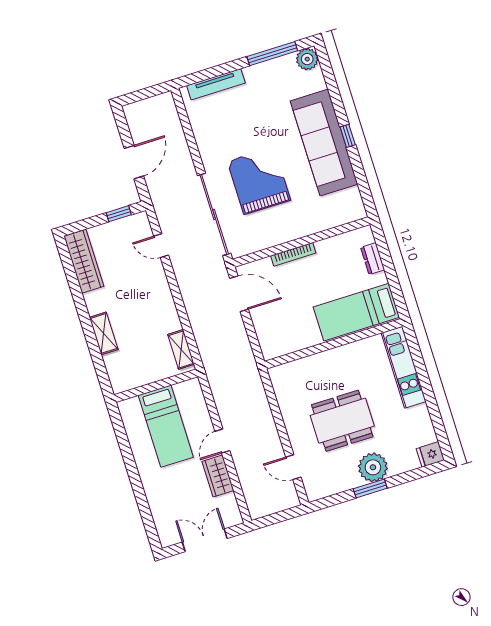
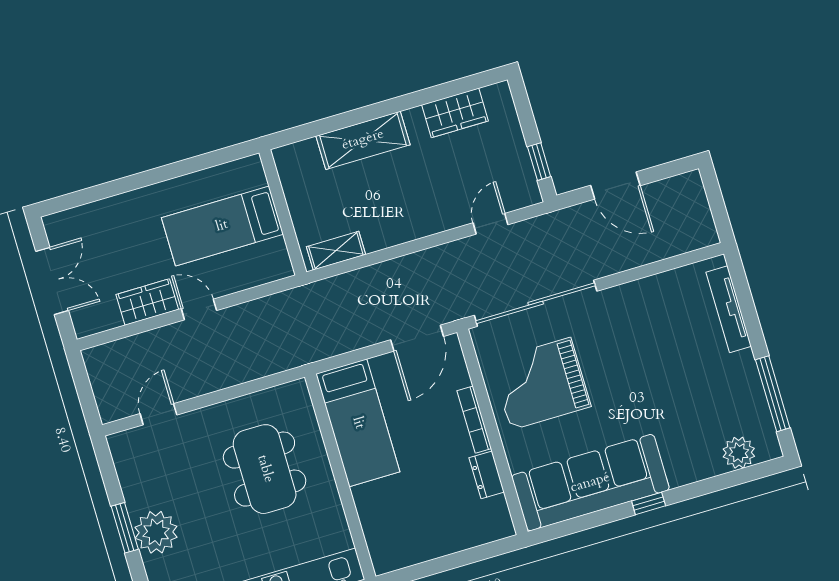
plant: (307, 59) -> (739, 453), moved
sofa: (324, 143) -> (590, 483), moved
grand piano: (259, 181) -> (541, 384), moved, turned 180
dresser: (373, 259) -> (487, 475), moved, turned -90
wardrobe: (84, 261) -> (455, 113), width x0.67
bed: (356, 312) -> (358, 423), moved, turned 180
shelving: (104, 333) -> (363, 140), width x1.50, depth x1.33
dining table: (342, 421) -> (265, 469), moved

